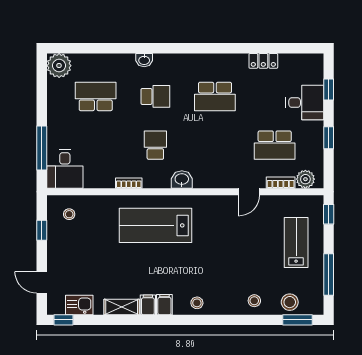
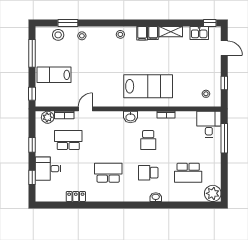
lab bench: (296, 242) -> (54, 75), turned 90
window: (298, 320) -> (68, 23), moved

